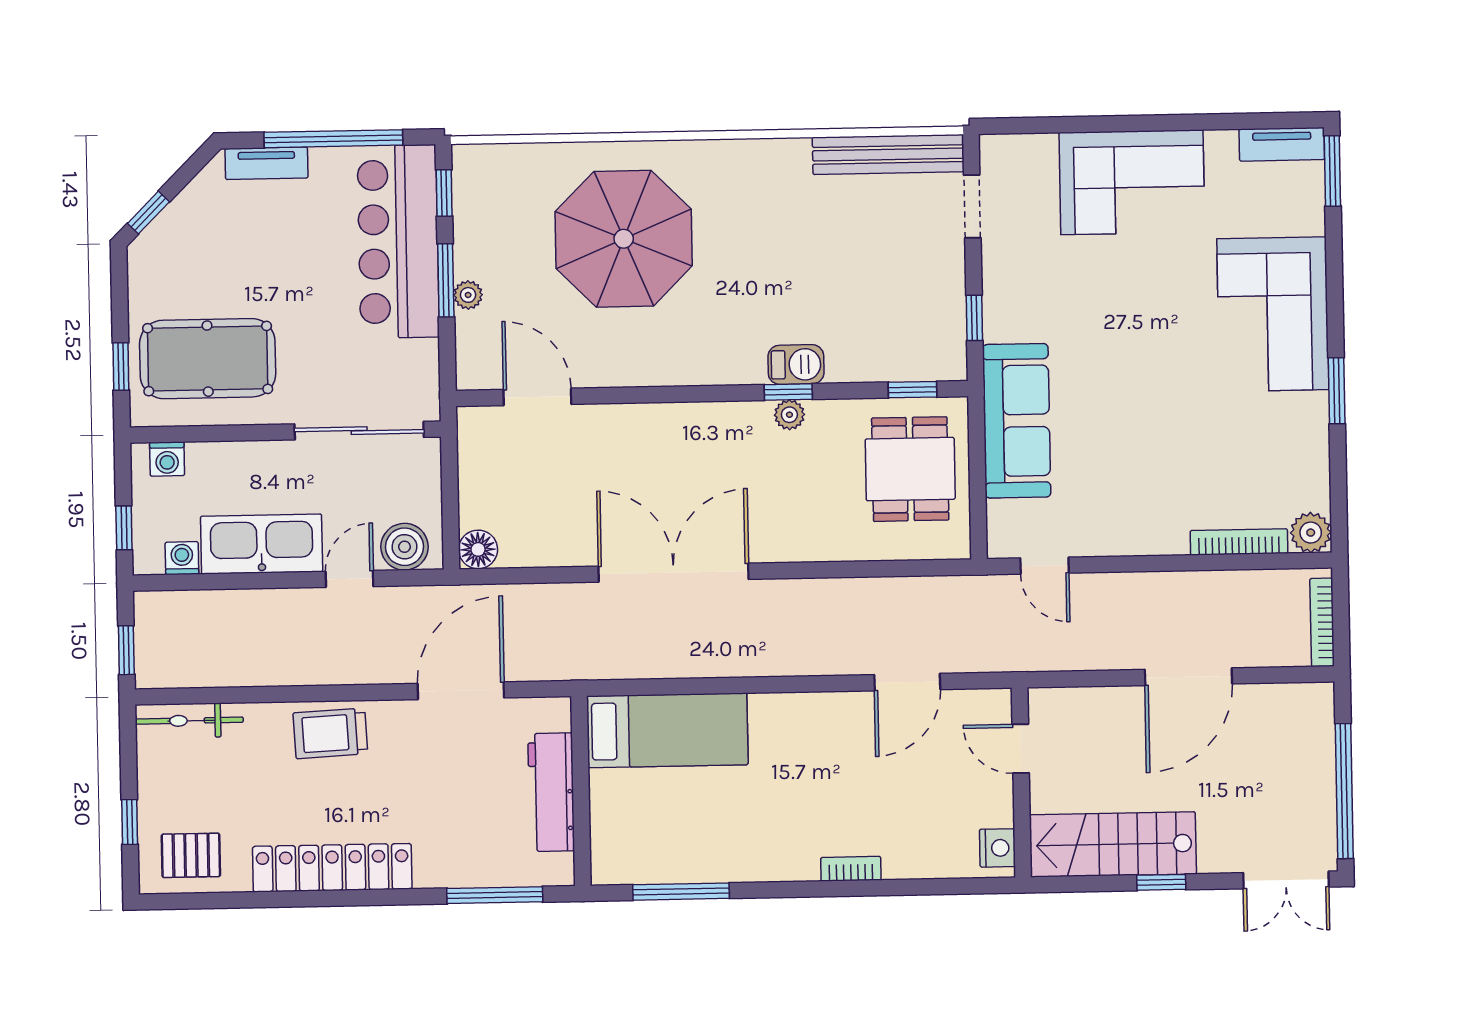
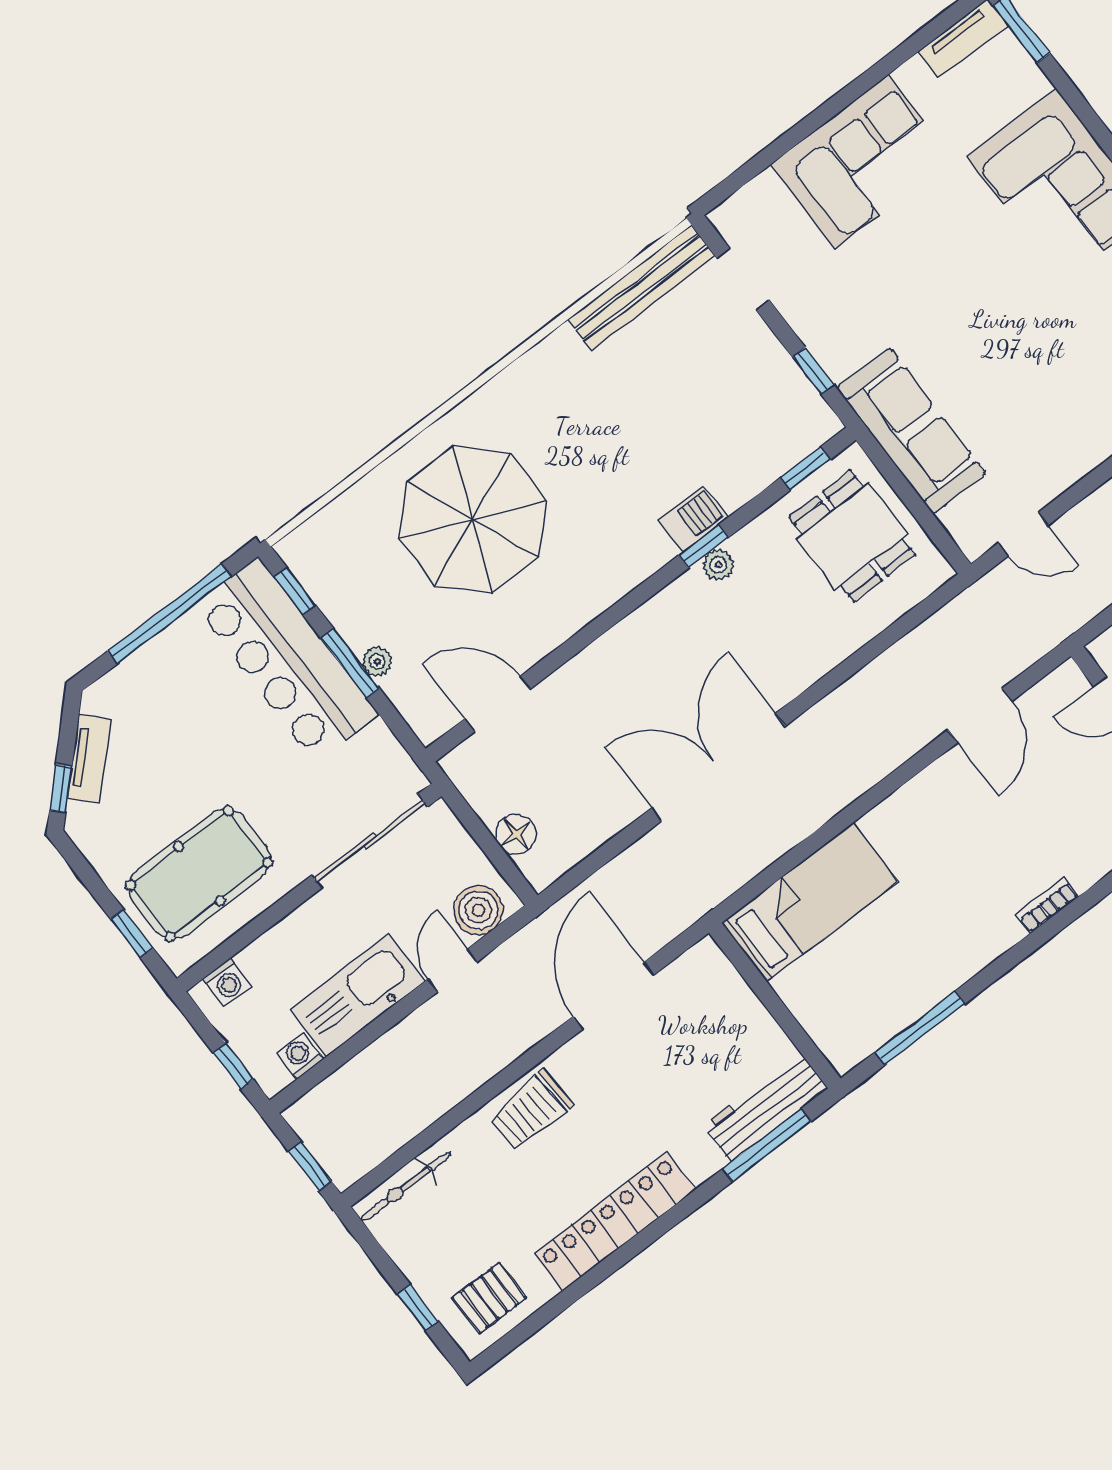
tv unit: (266, 163) -> (89, 758), moved, turned -45
floor lamp: (478, 549) -> (516, 834), moved
workbench: (551, 792) -> (766, 1107), moved, turned 90

